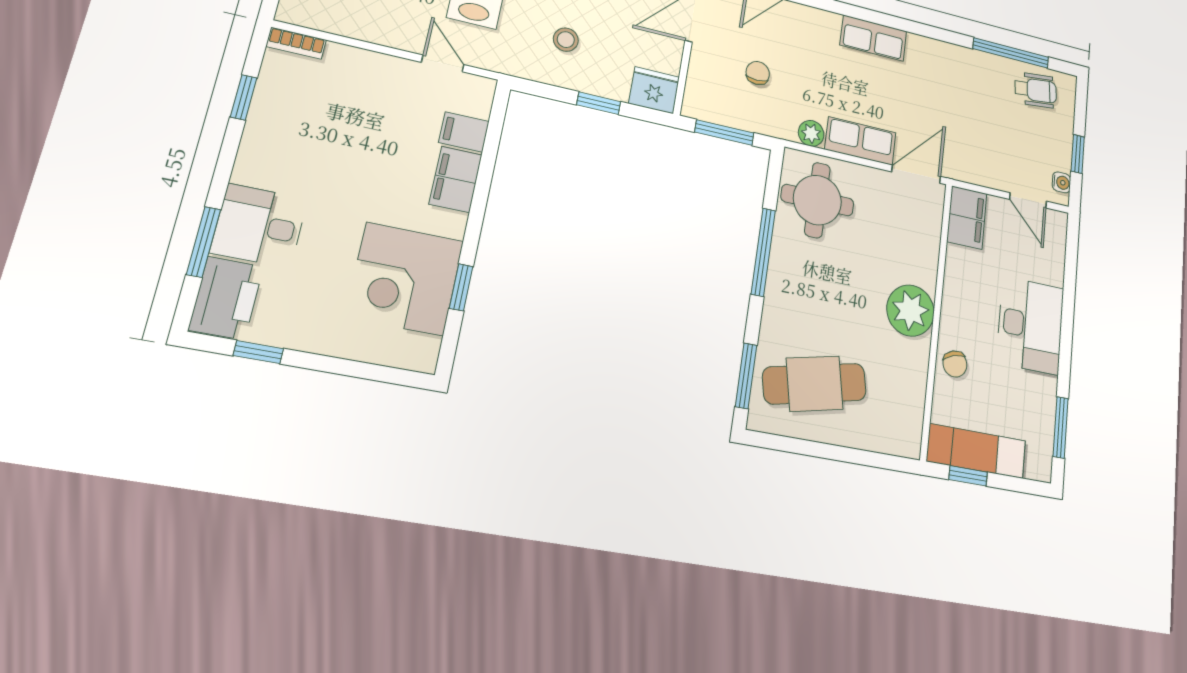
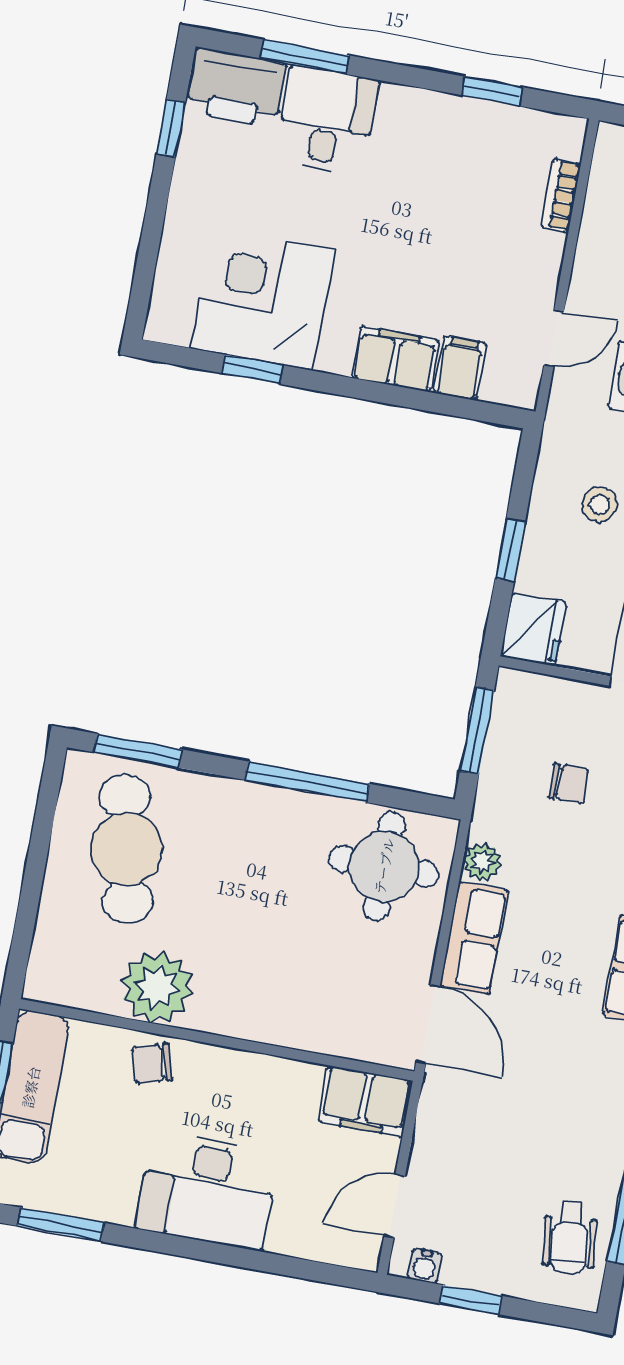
bookcase: (296, 43) -> (561, 196), moved
plant: (910, 310) -> (157, 987), moved

